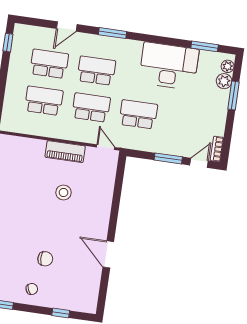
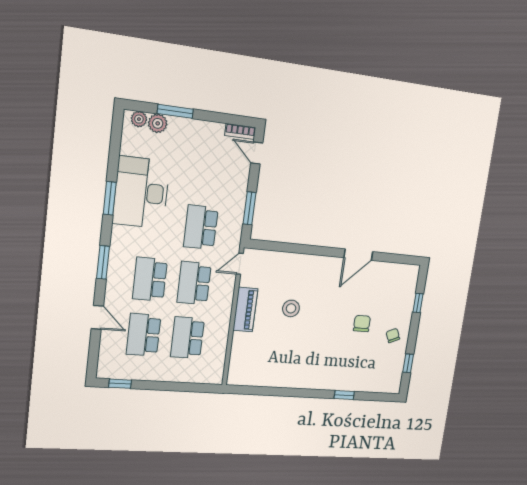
window: (205, 46) -> (110, 198), moved
window: (168, 158) -> (250, 208), moved

